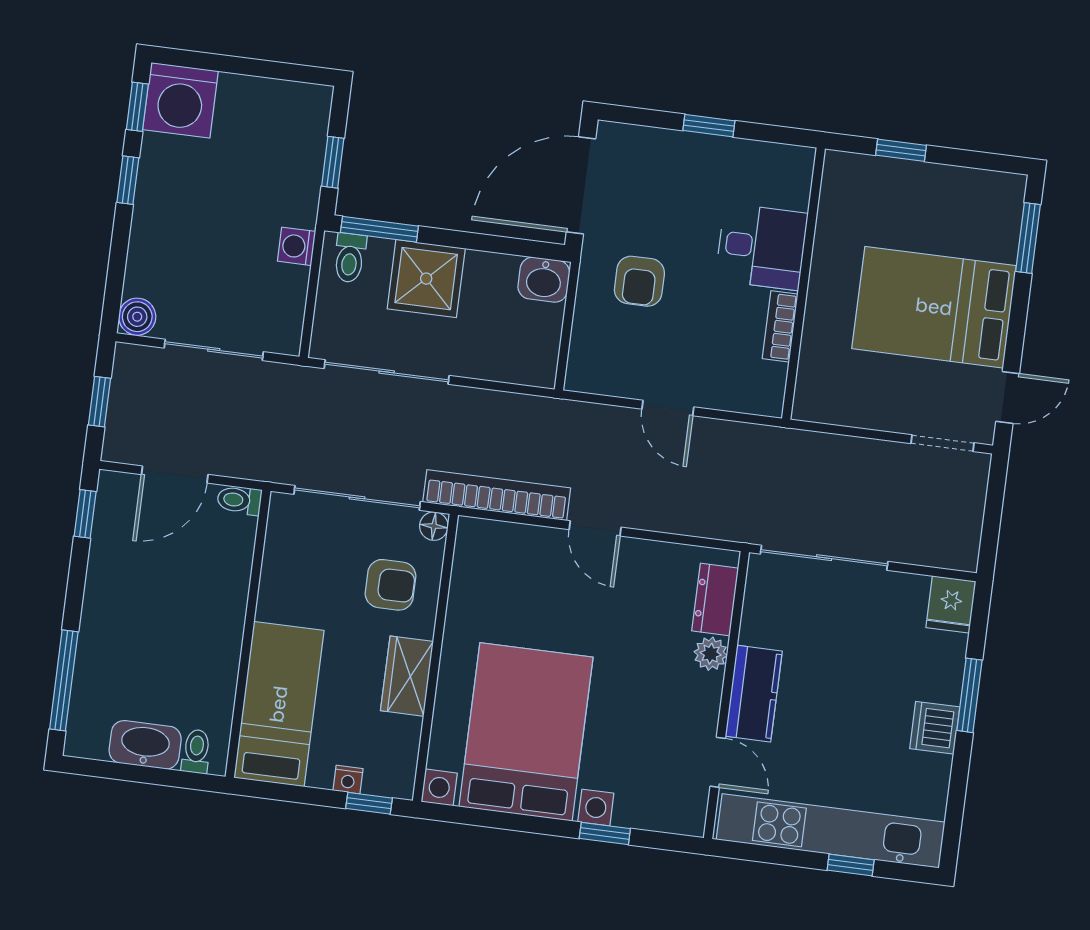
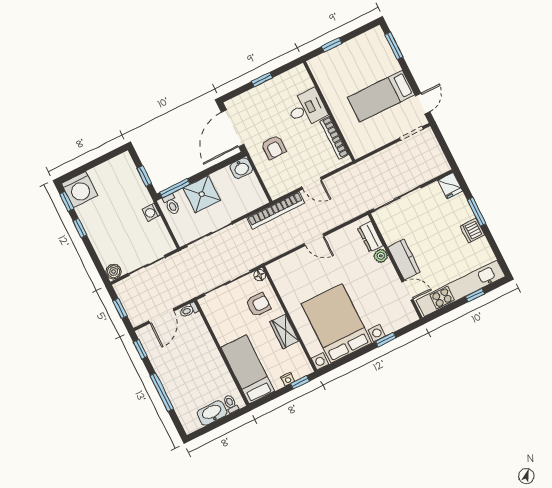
bed: (934, 307) -> (381, 96), width x0.67
bookcase: (780, 326) -> (334, 138), width x1.56
bookcase: (497, 495) -> (276, 210), moved, turned 180
window: (64, 680) -> (162, 392), moved

